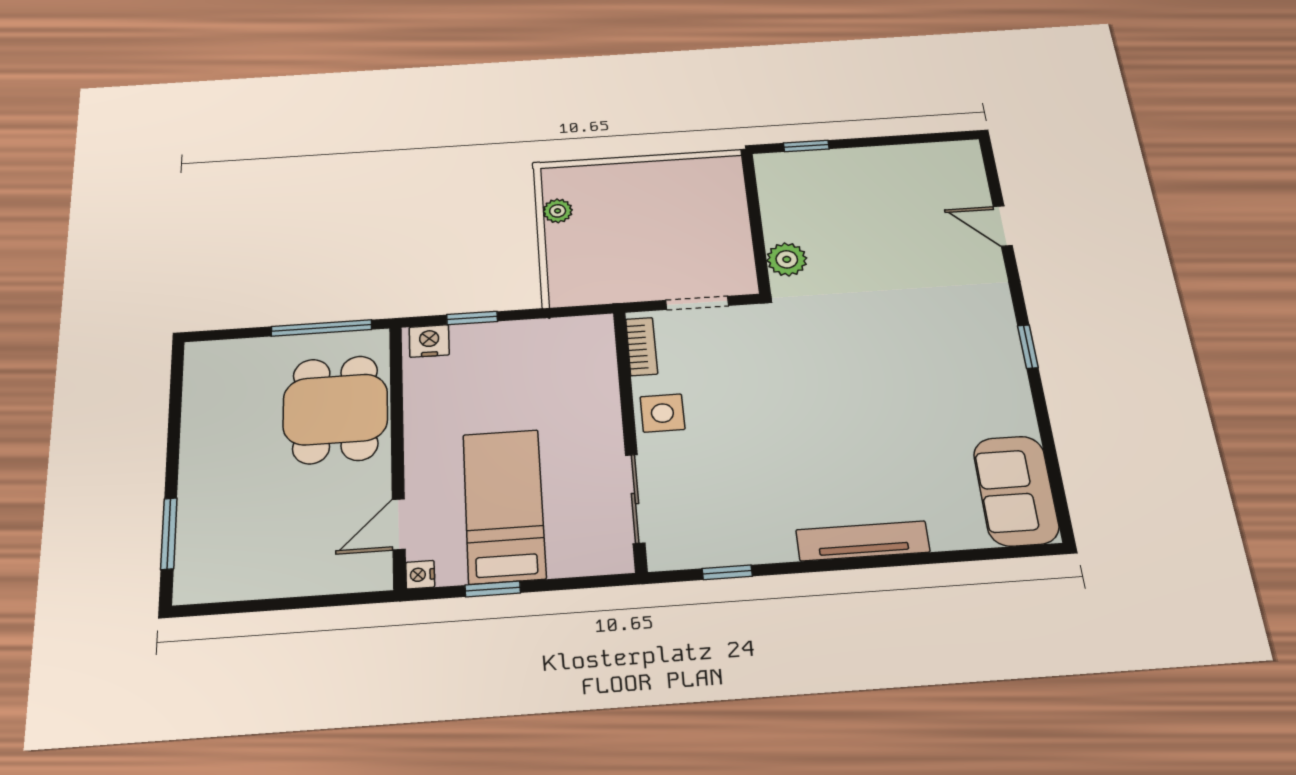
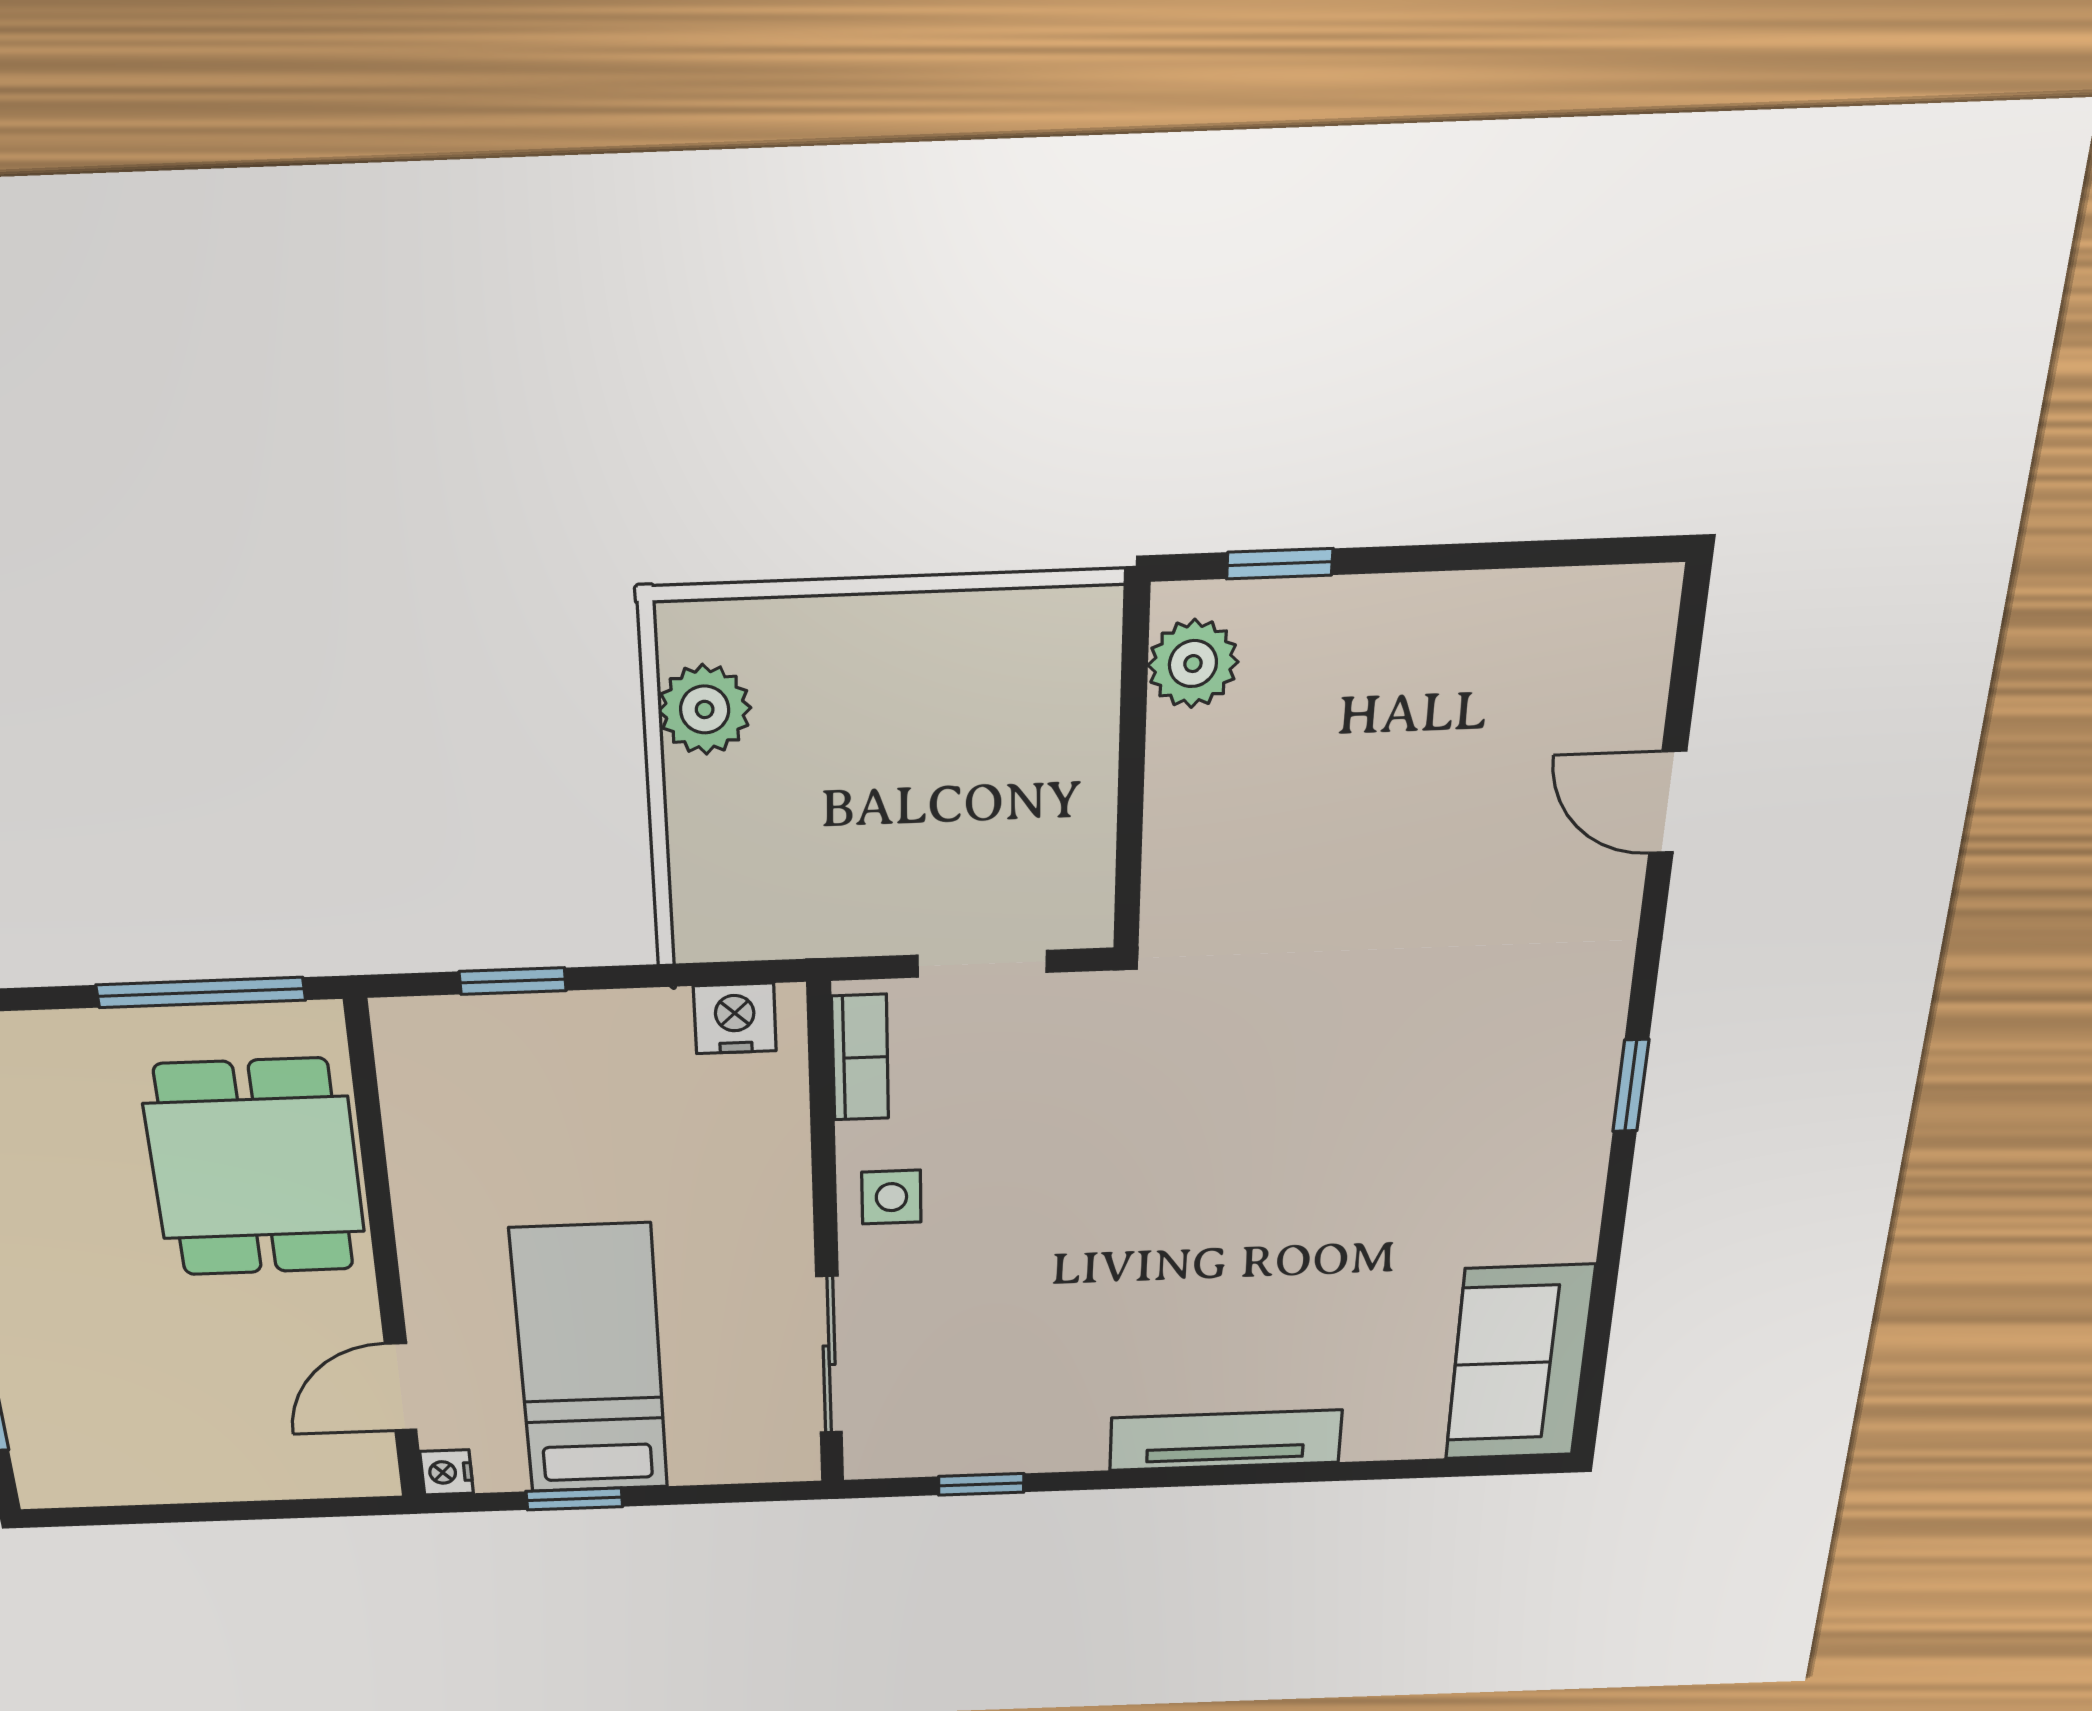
plant: (558, 211) -> (705, 709), width x1.38, depth x1.38
plant: (787, 259) -> (1193, 664), moved
nightstand: (429, 341) -> (735, 1019), moved
side table: (662, 413) -> (891, 1197), width x0.73, depth x0.73

